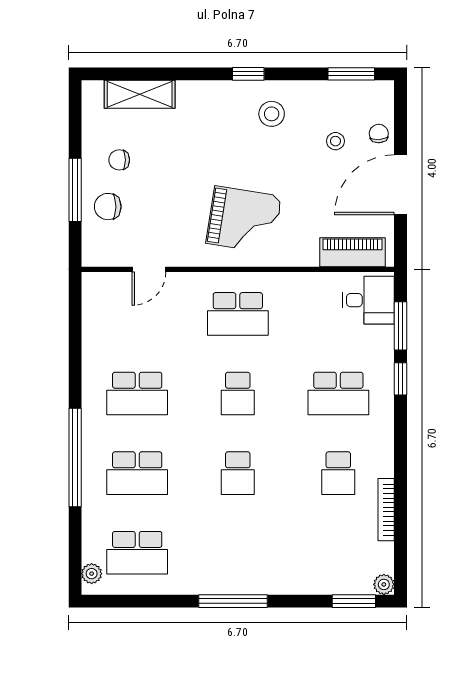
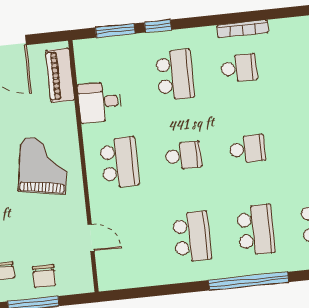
desk: (368, 300) -> (100, 102), moved, turned -90
bookcase: (386, 510) -> (243, 29), moved

